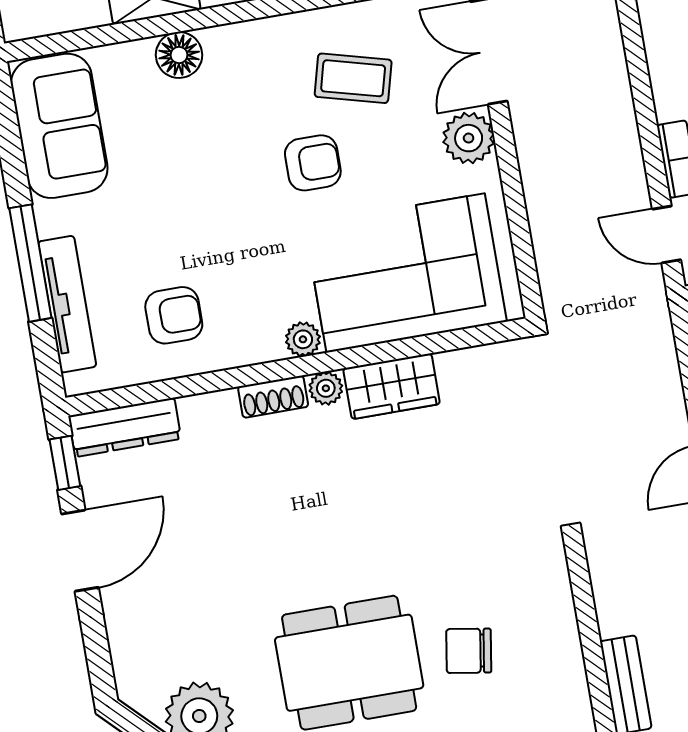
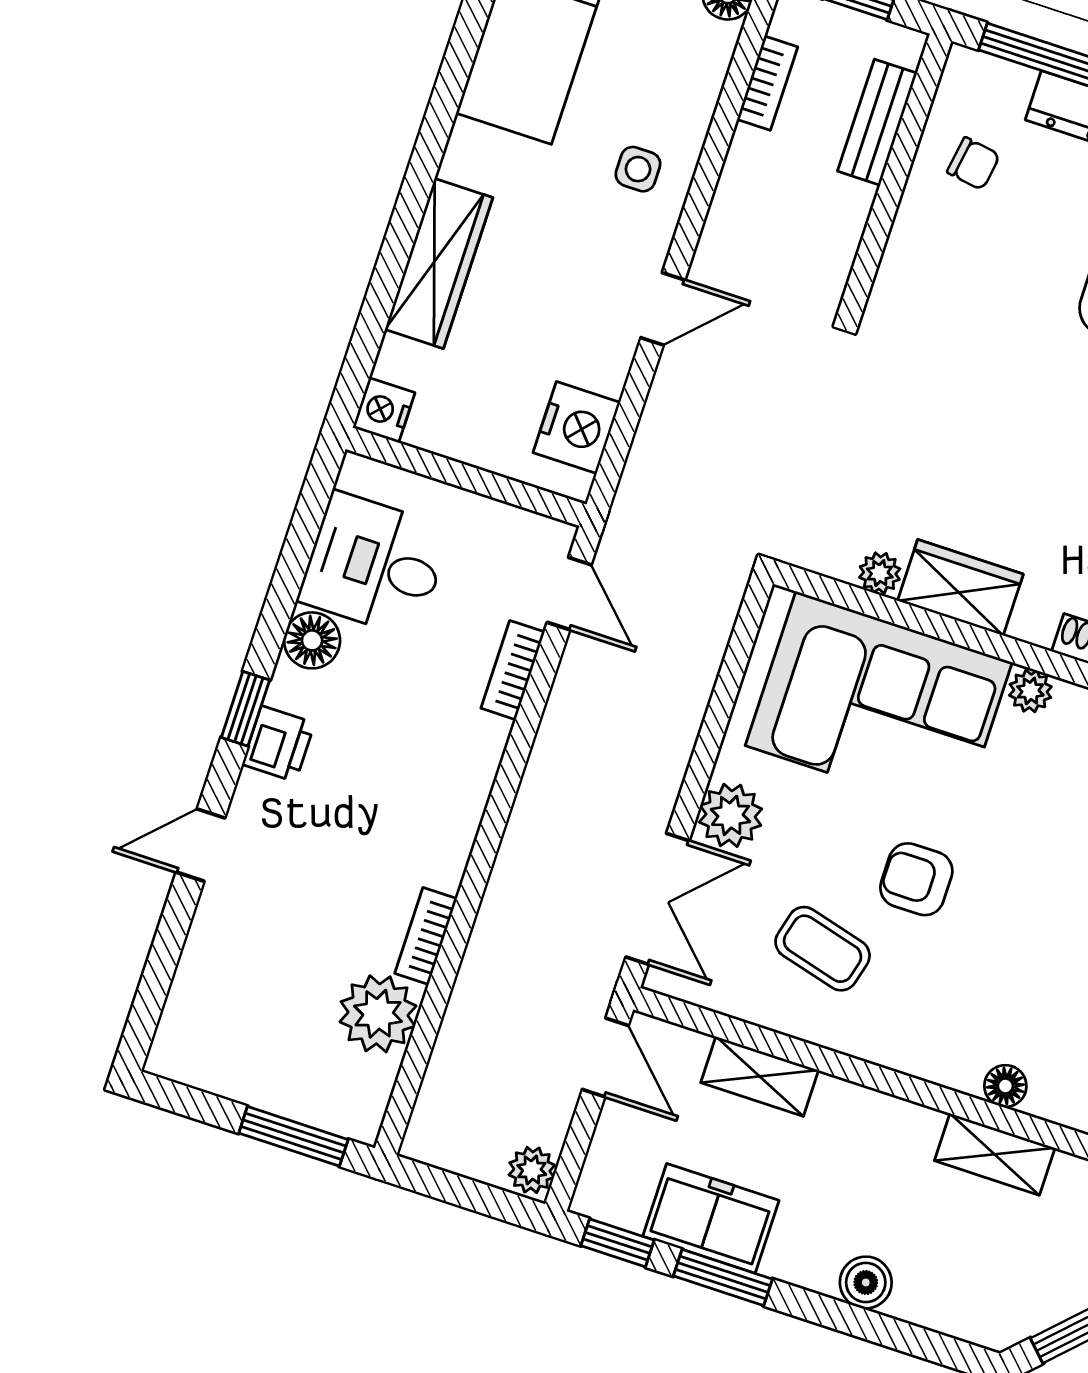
floor lamp: (179, 55) -> (1005, 1086), width x0.73, depth x0.73
plant: (326, 388) -> (880, 573), moved
chair: (469, 651) -> (974, 164), moved, width x0.73, depth x0.73

